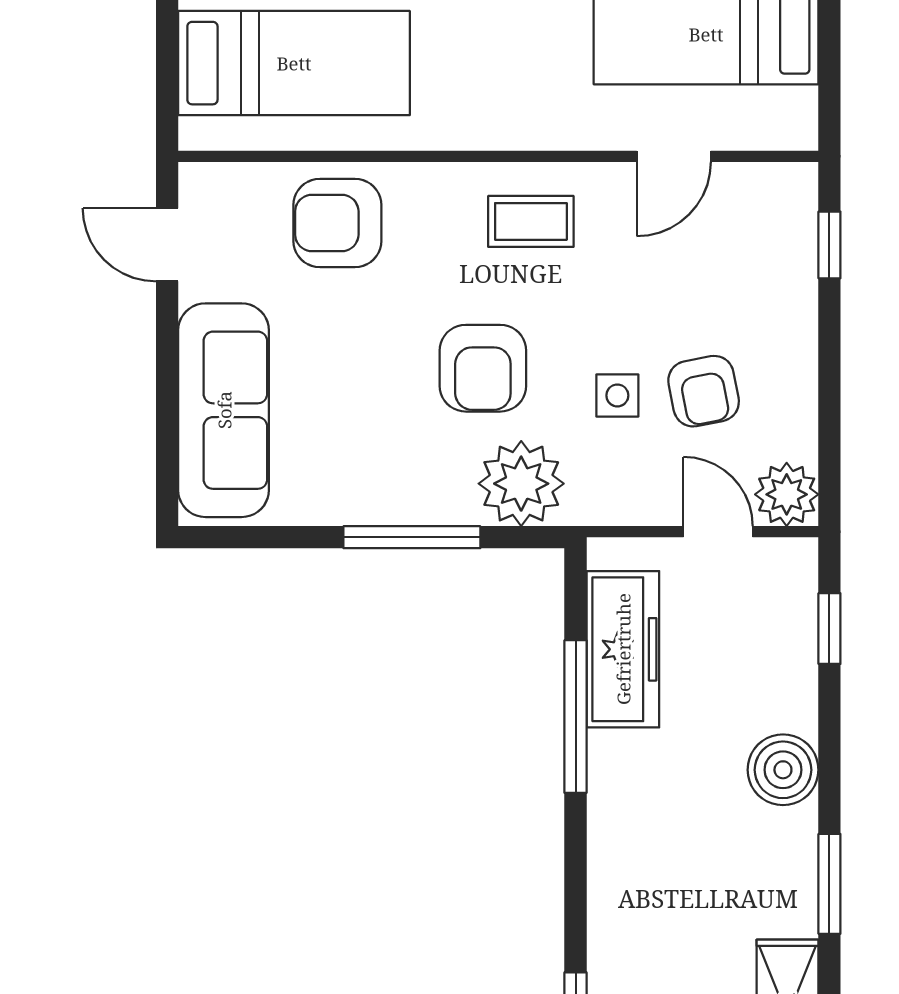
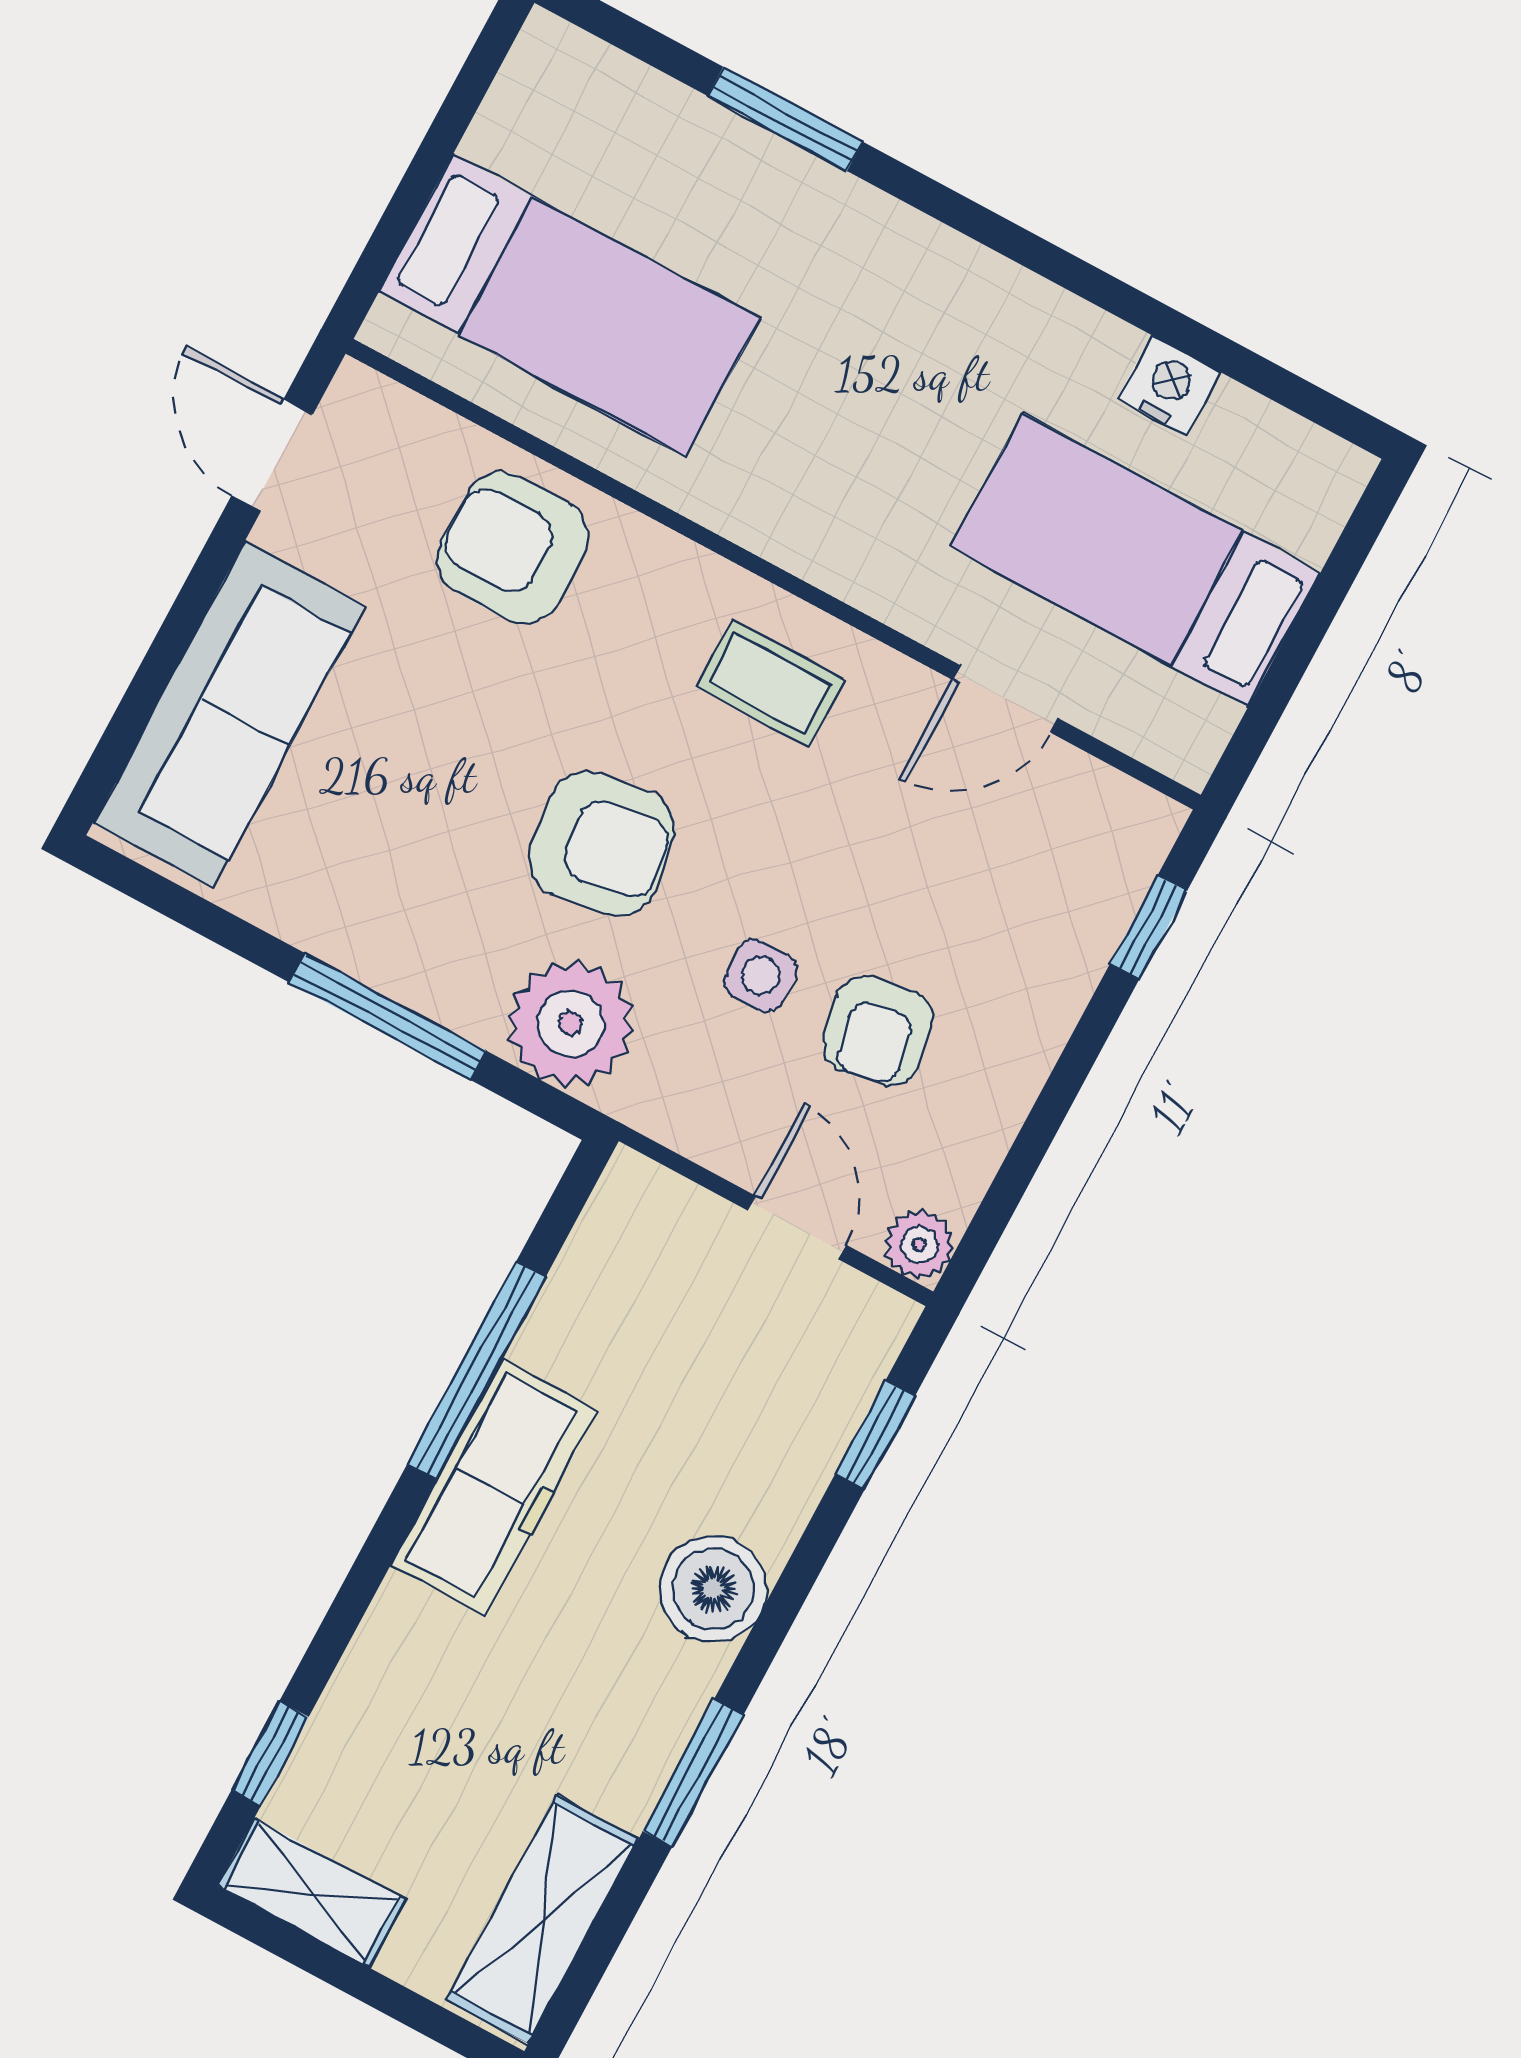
armchair: (483, 368) -> (602, 844), turned -98
plant: (787, 494) -> (919, 1245), width x0.73, depth x0.73
freezer: (623, 649) -> (494, 1488), moved

